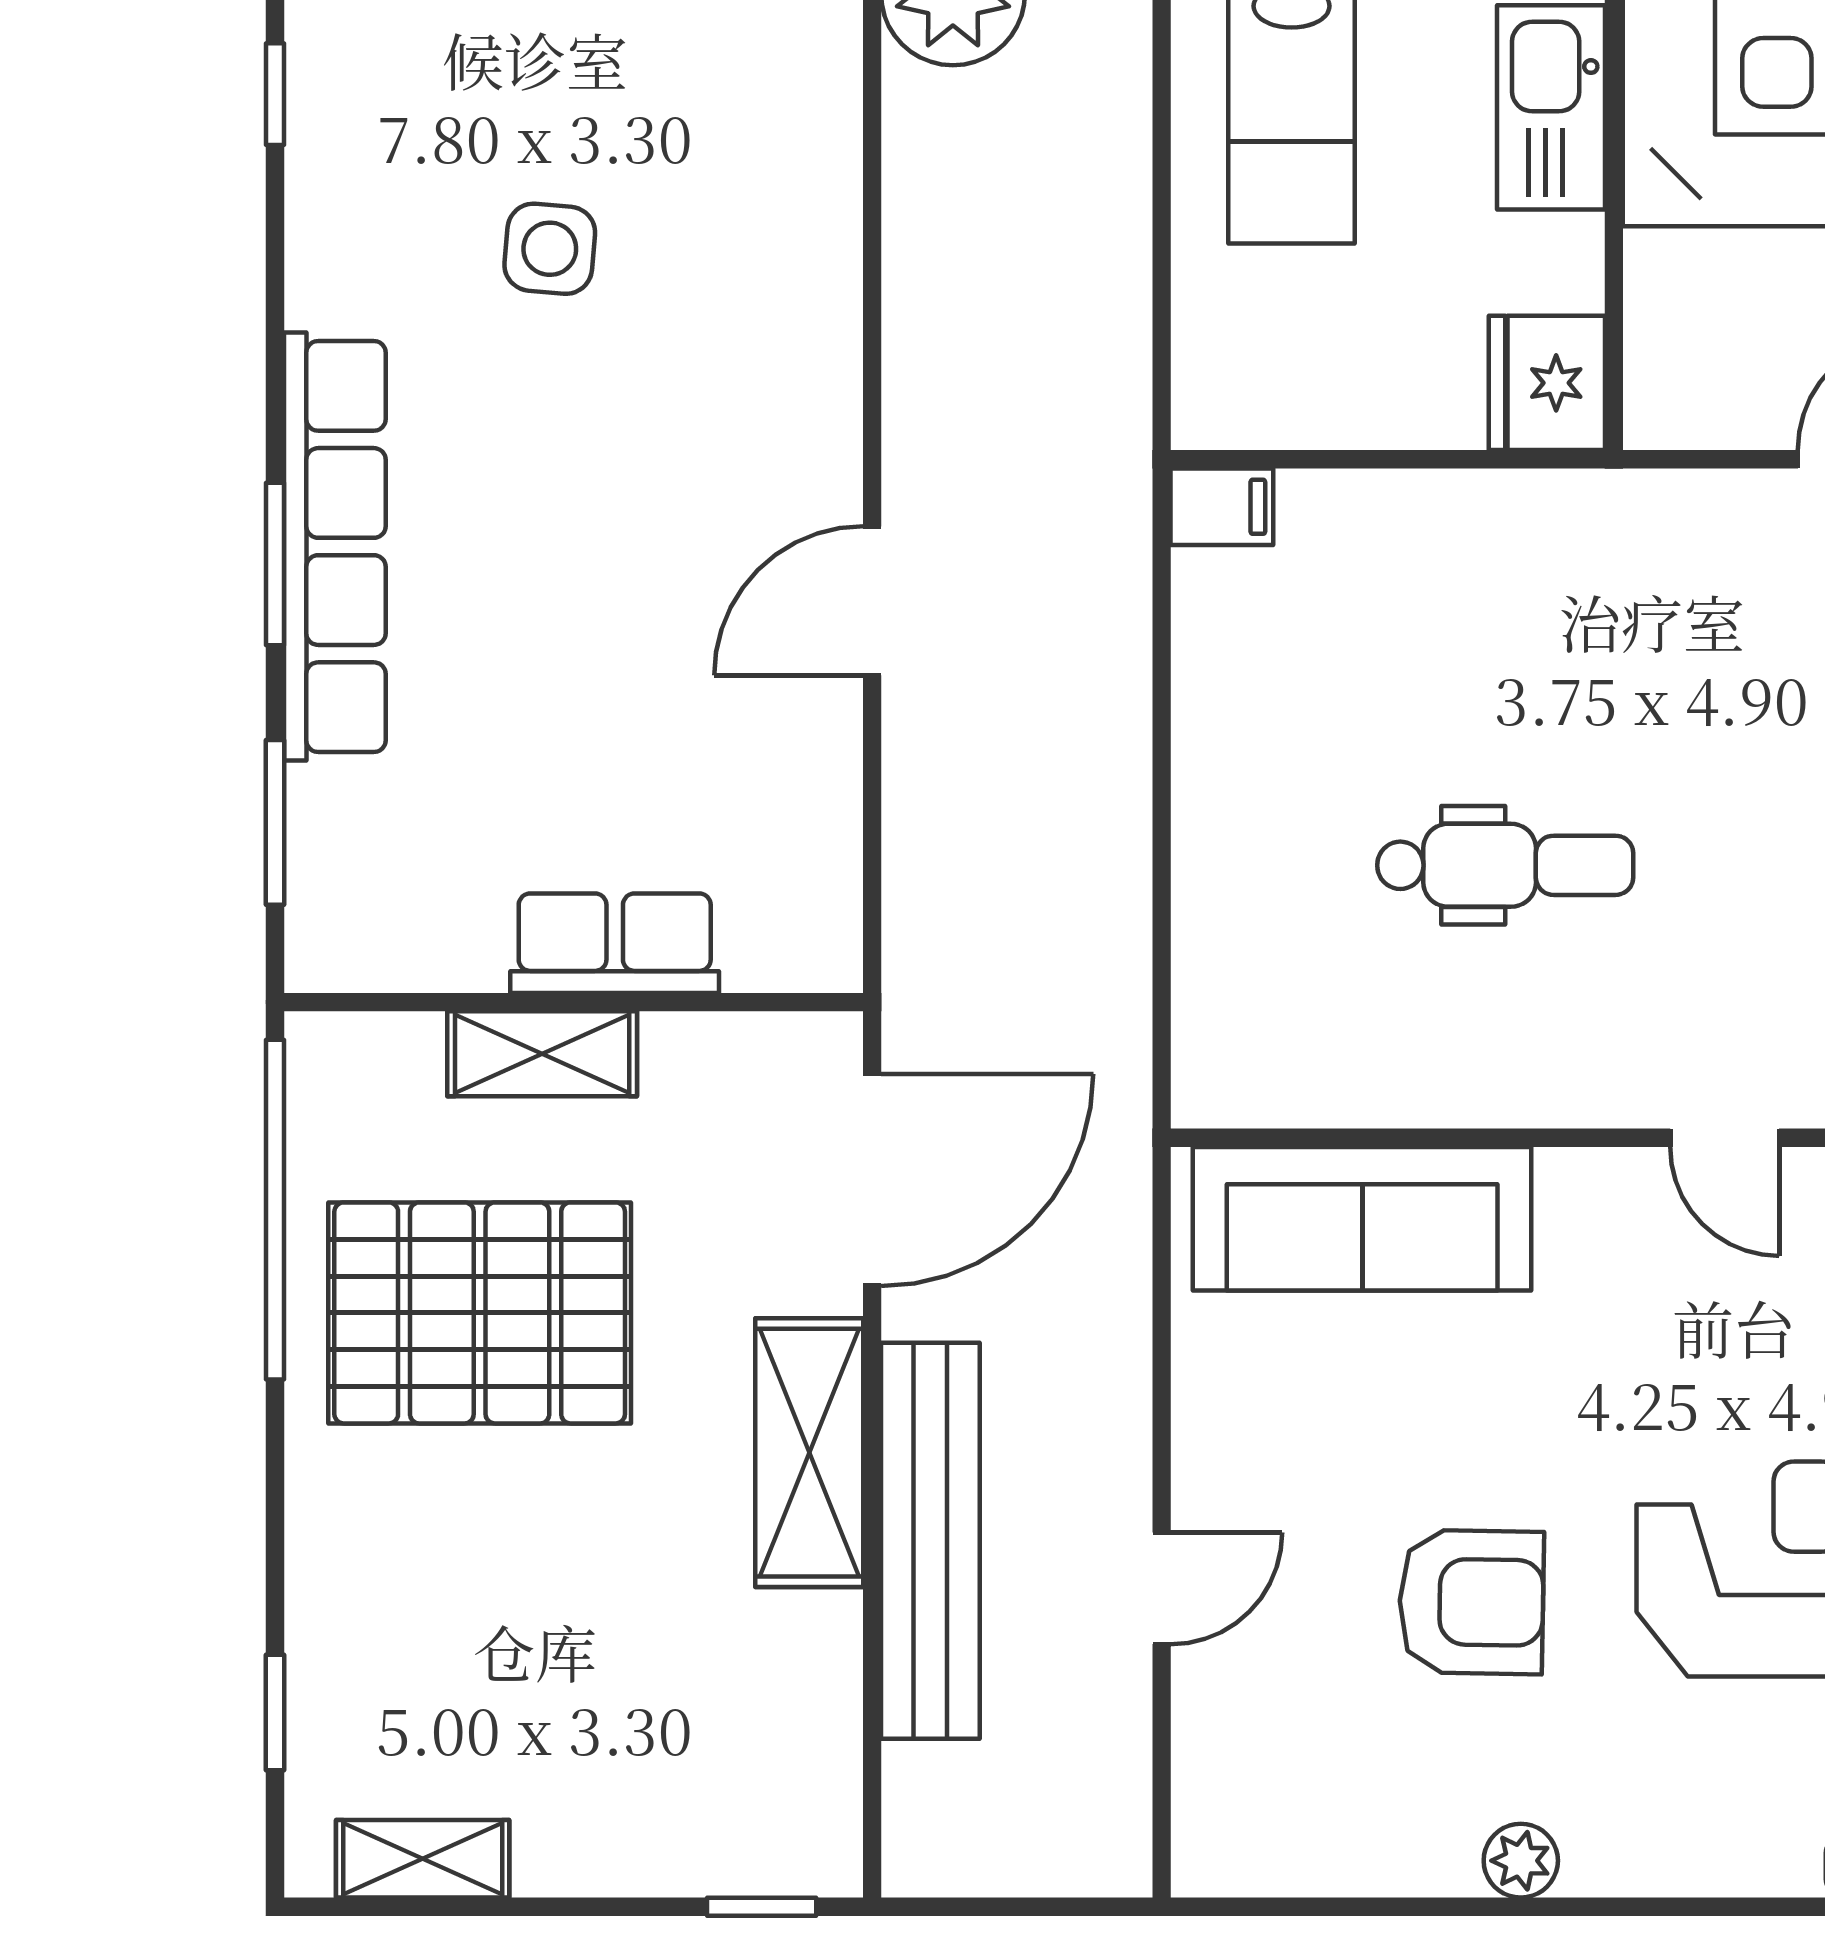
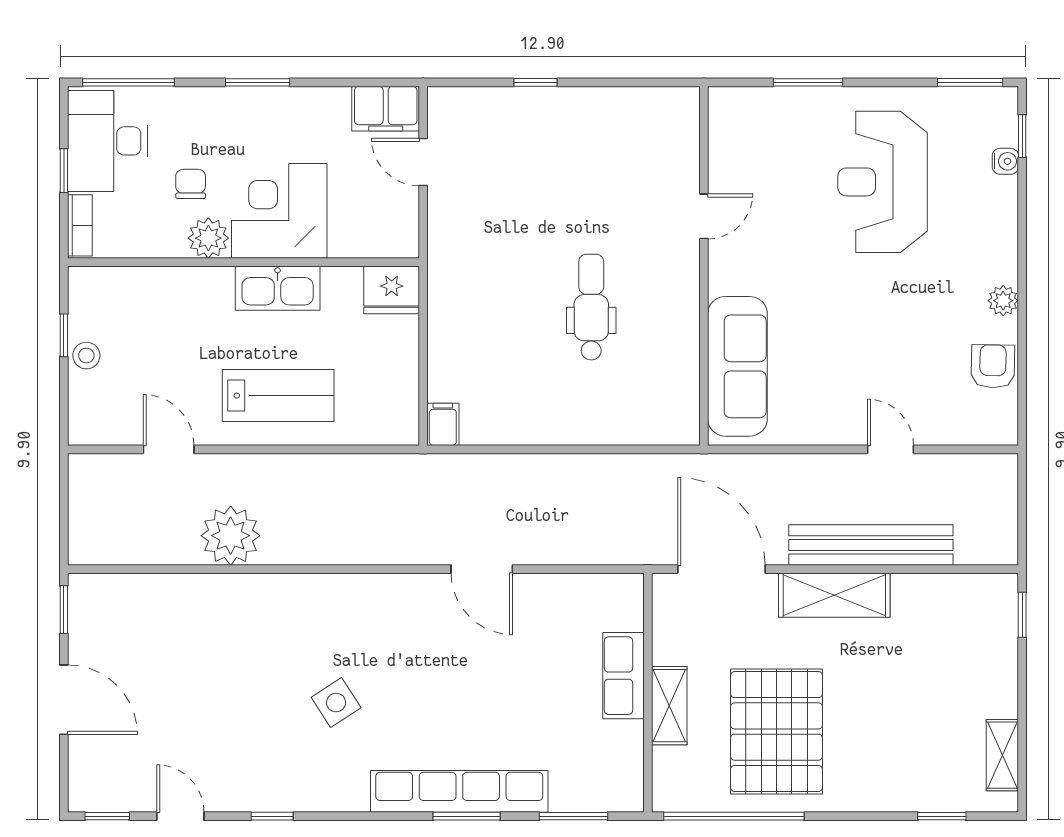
side table: (550, 249) -> (336, 703), turned -38
armchair: (1471, 1602) -> (993, 366), moved, width x0.72, depth x0.72

